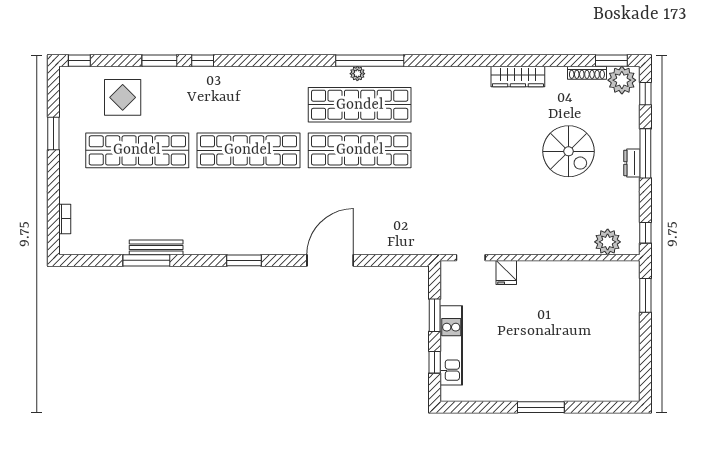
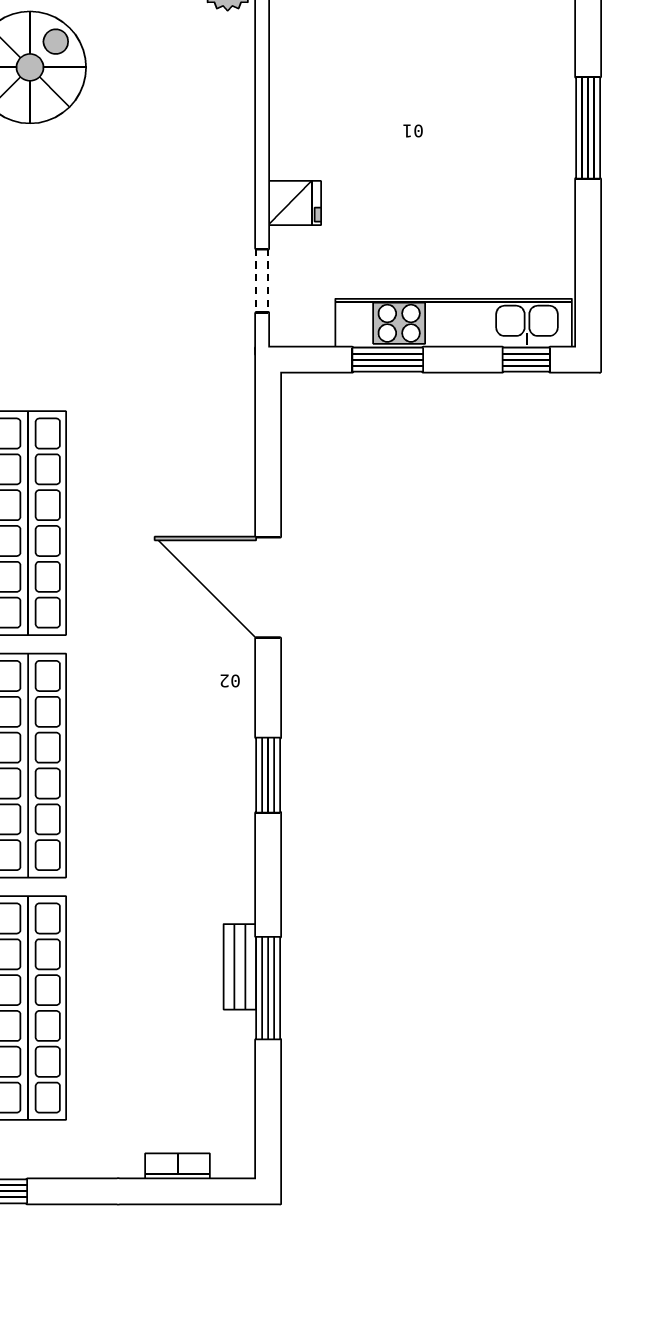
bench: (156, 247) -> (240, 967), width x0.73
kitchen unit: (451, 345) -> (454, 323), width x1.36
window: (435, 362) -> (526, 360), moved

